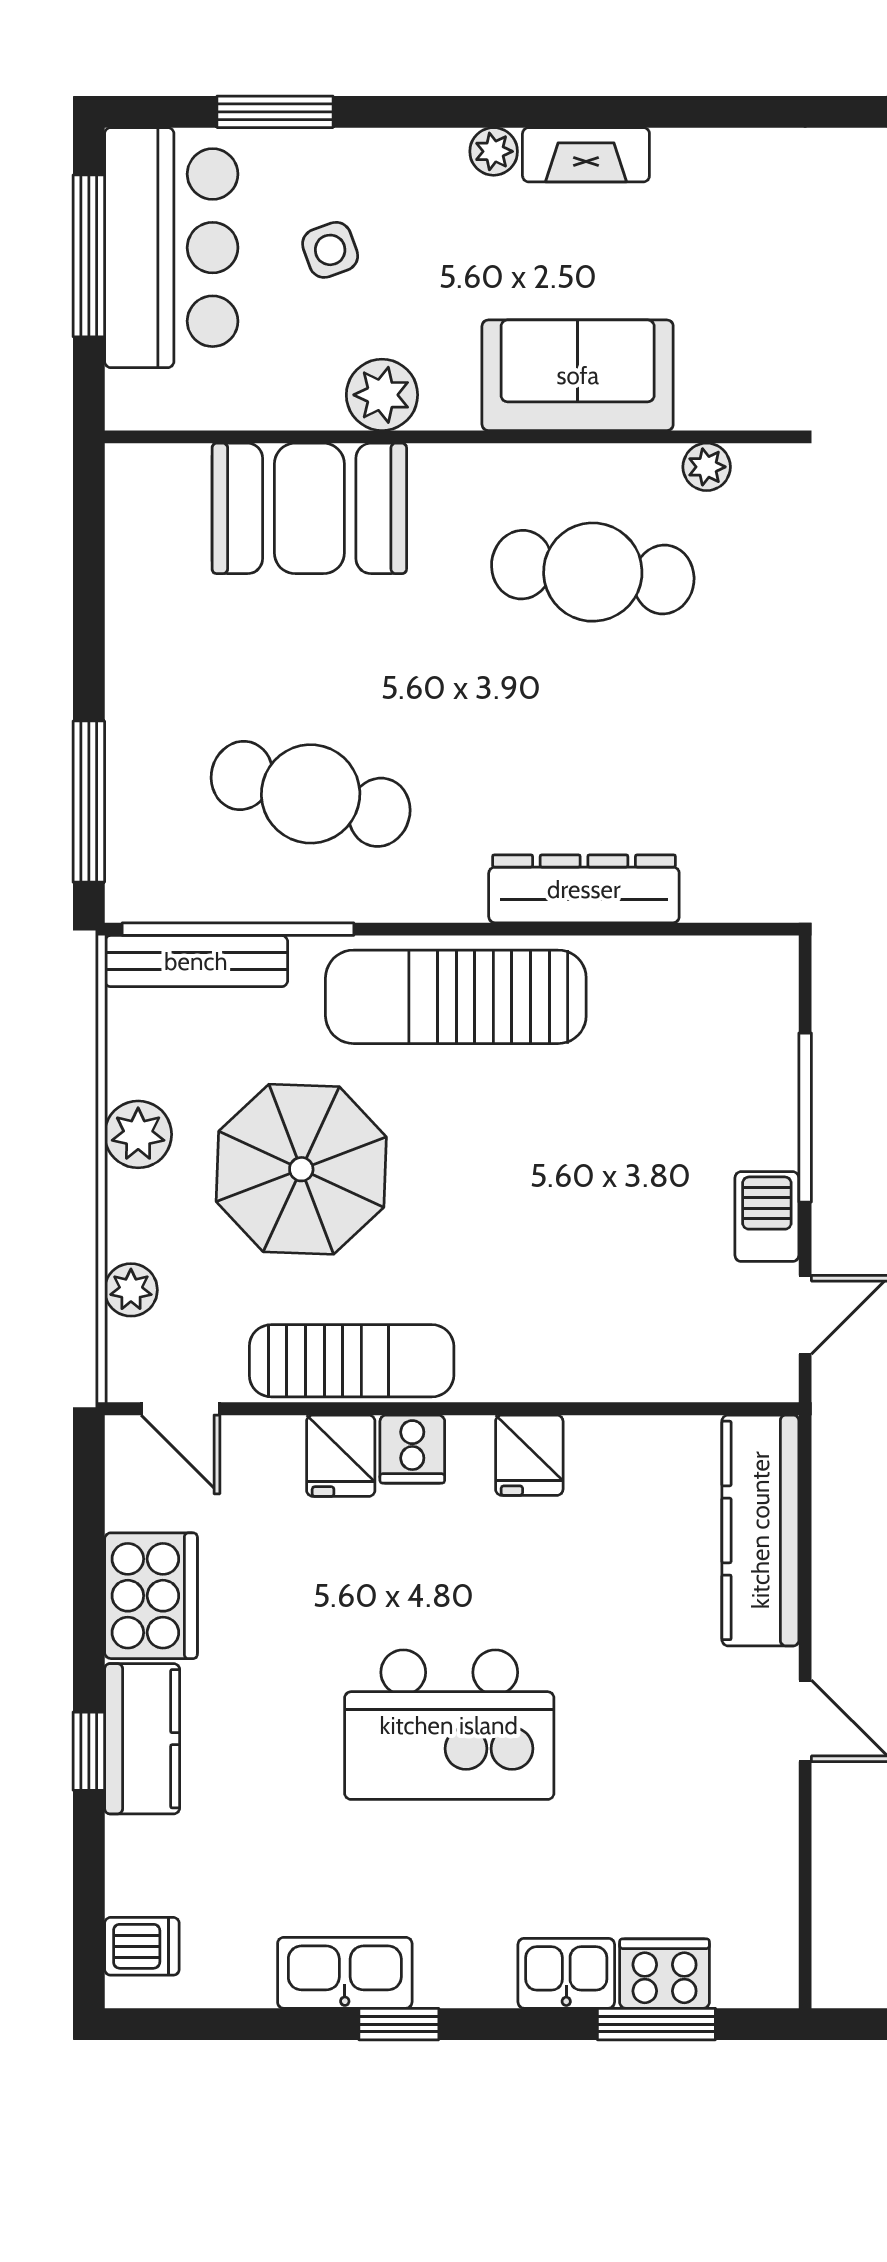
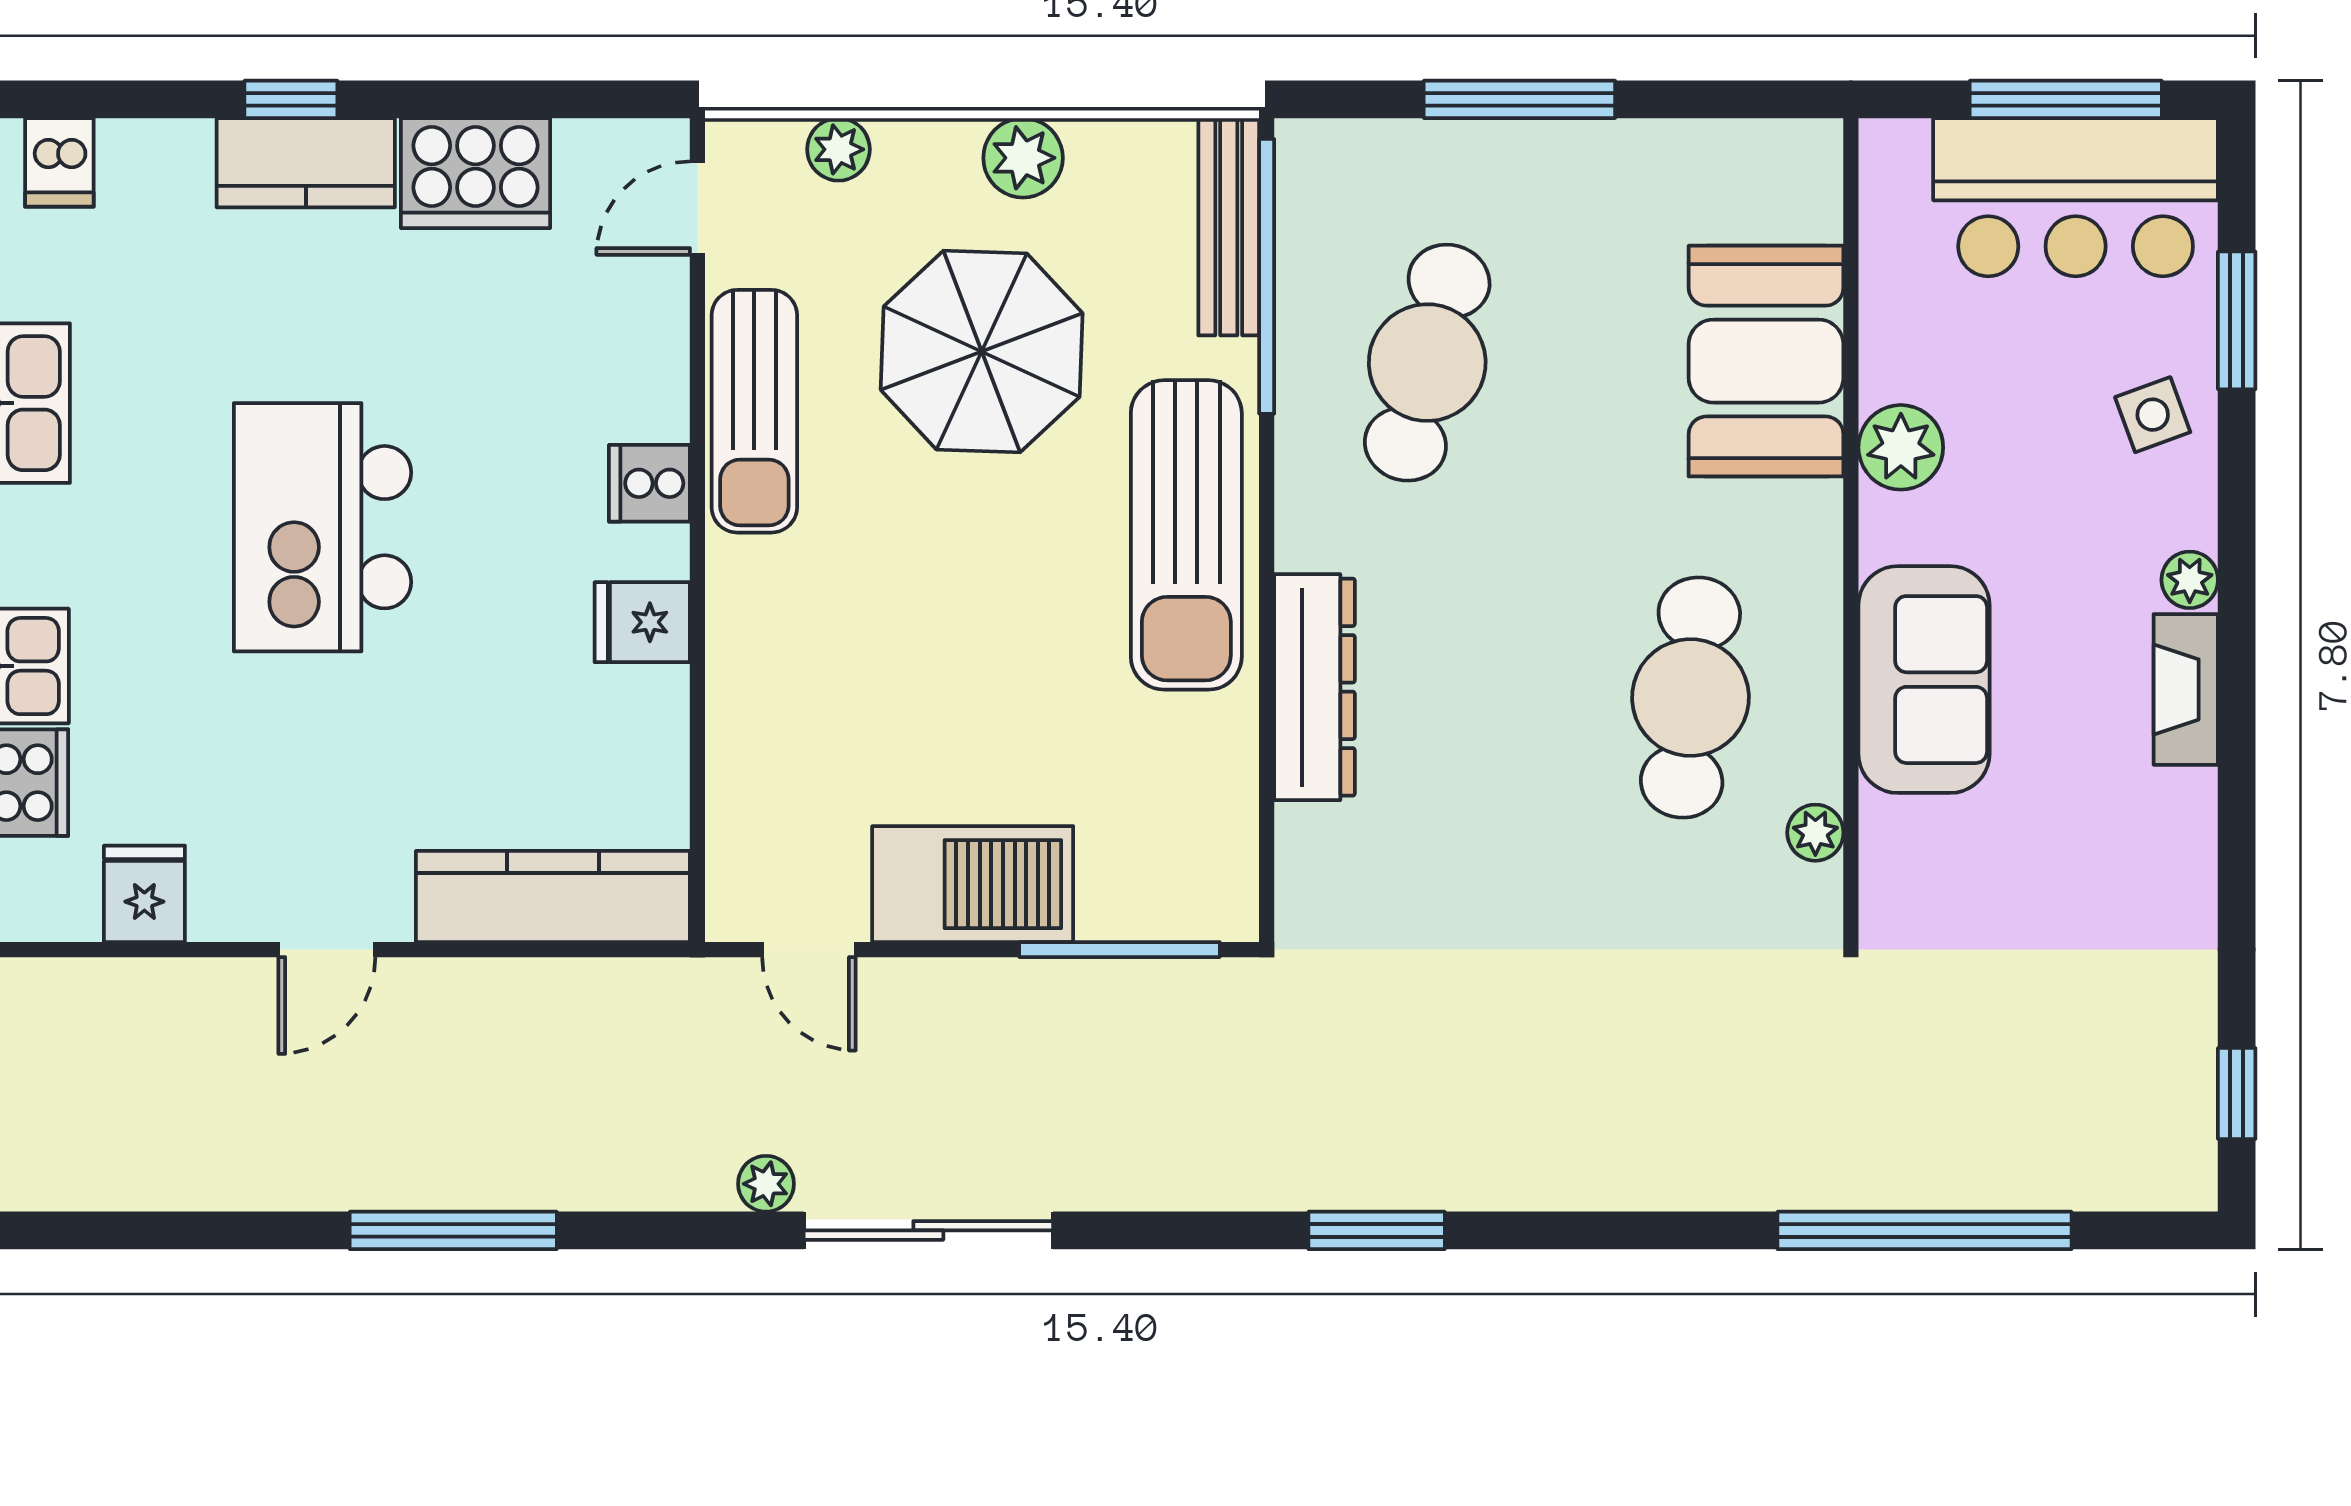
side table: (330, 250) -> (2153, 415), moved
window: (89, 802) -> (1519, 99), moved
sun lounger: (456, 997) -> (1186, 535), turned 180
window: (805, 1118) -> (1120, 950), moved
barbecue: (767, 1217) -> (973, 884), width x1.88, depth x1.53
fridge: (341, 1456) -> (144, 894), moved, turned 90

